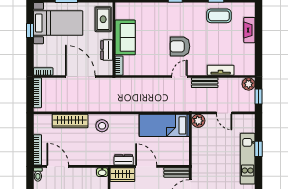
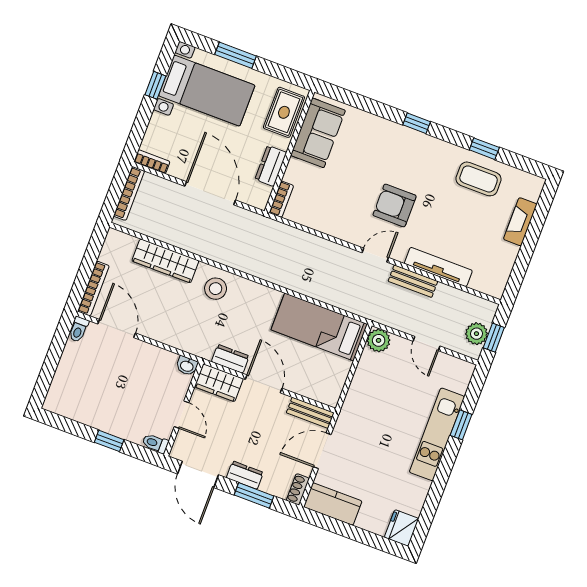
sofa: (125, 37) -> (318, 133), moved
tv unit: (221, 70) -> (438, 267), width x1.41
plant: (249, 84) -> (476, 334), moved

